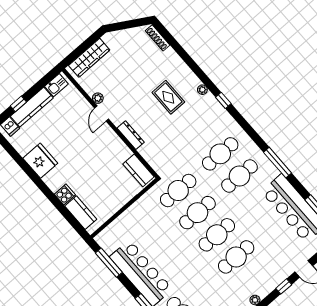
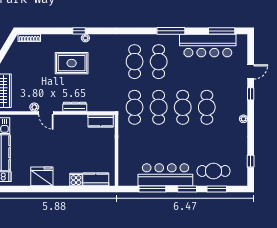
rug: (168, 97) -> (72, 63), width x1.36, depth x1.43
window: (223, 100) -> (79, 31), moved
window: (109, 263) -> (152, 189), moved

